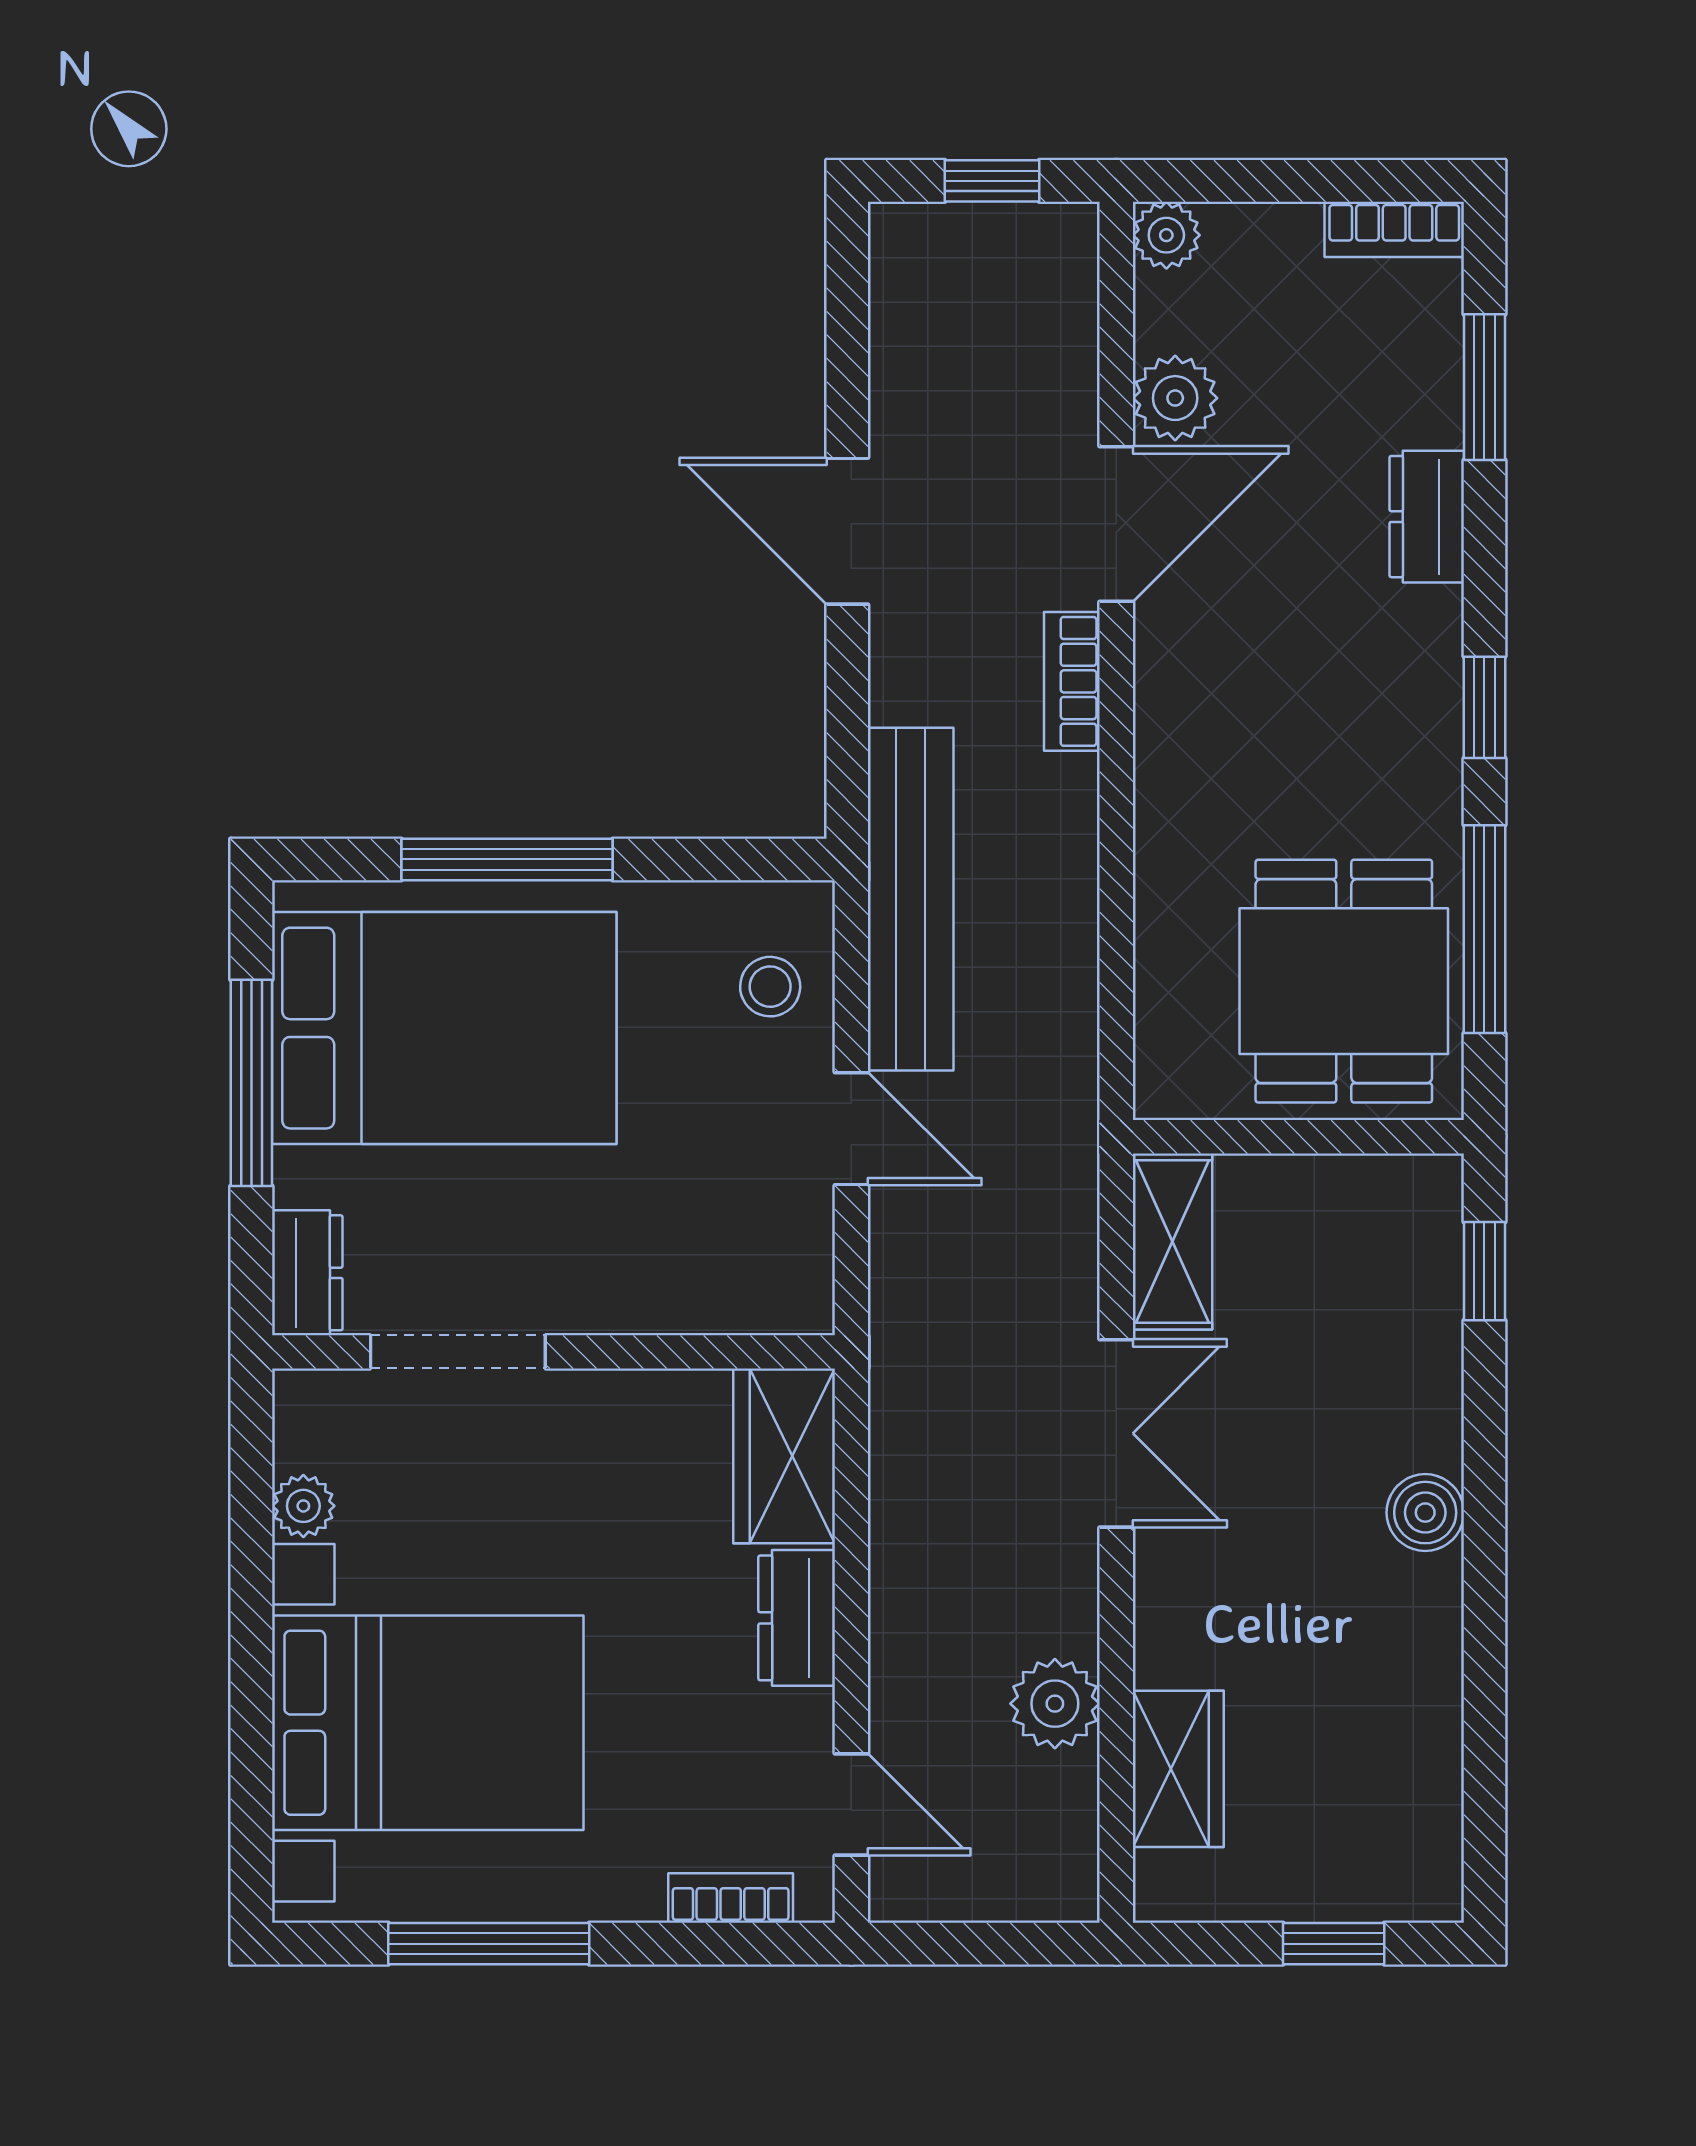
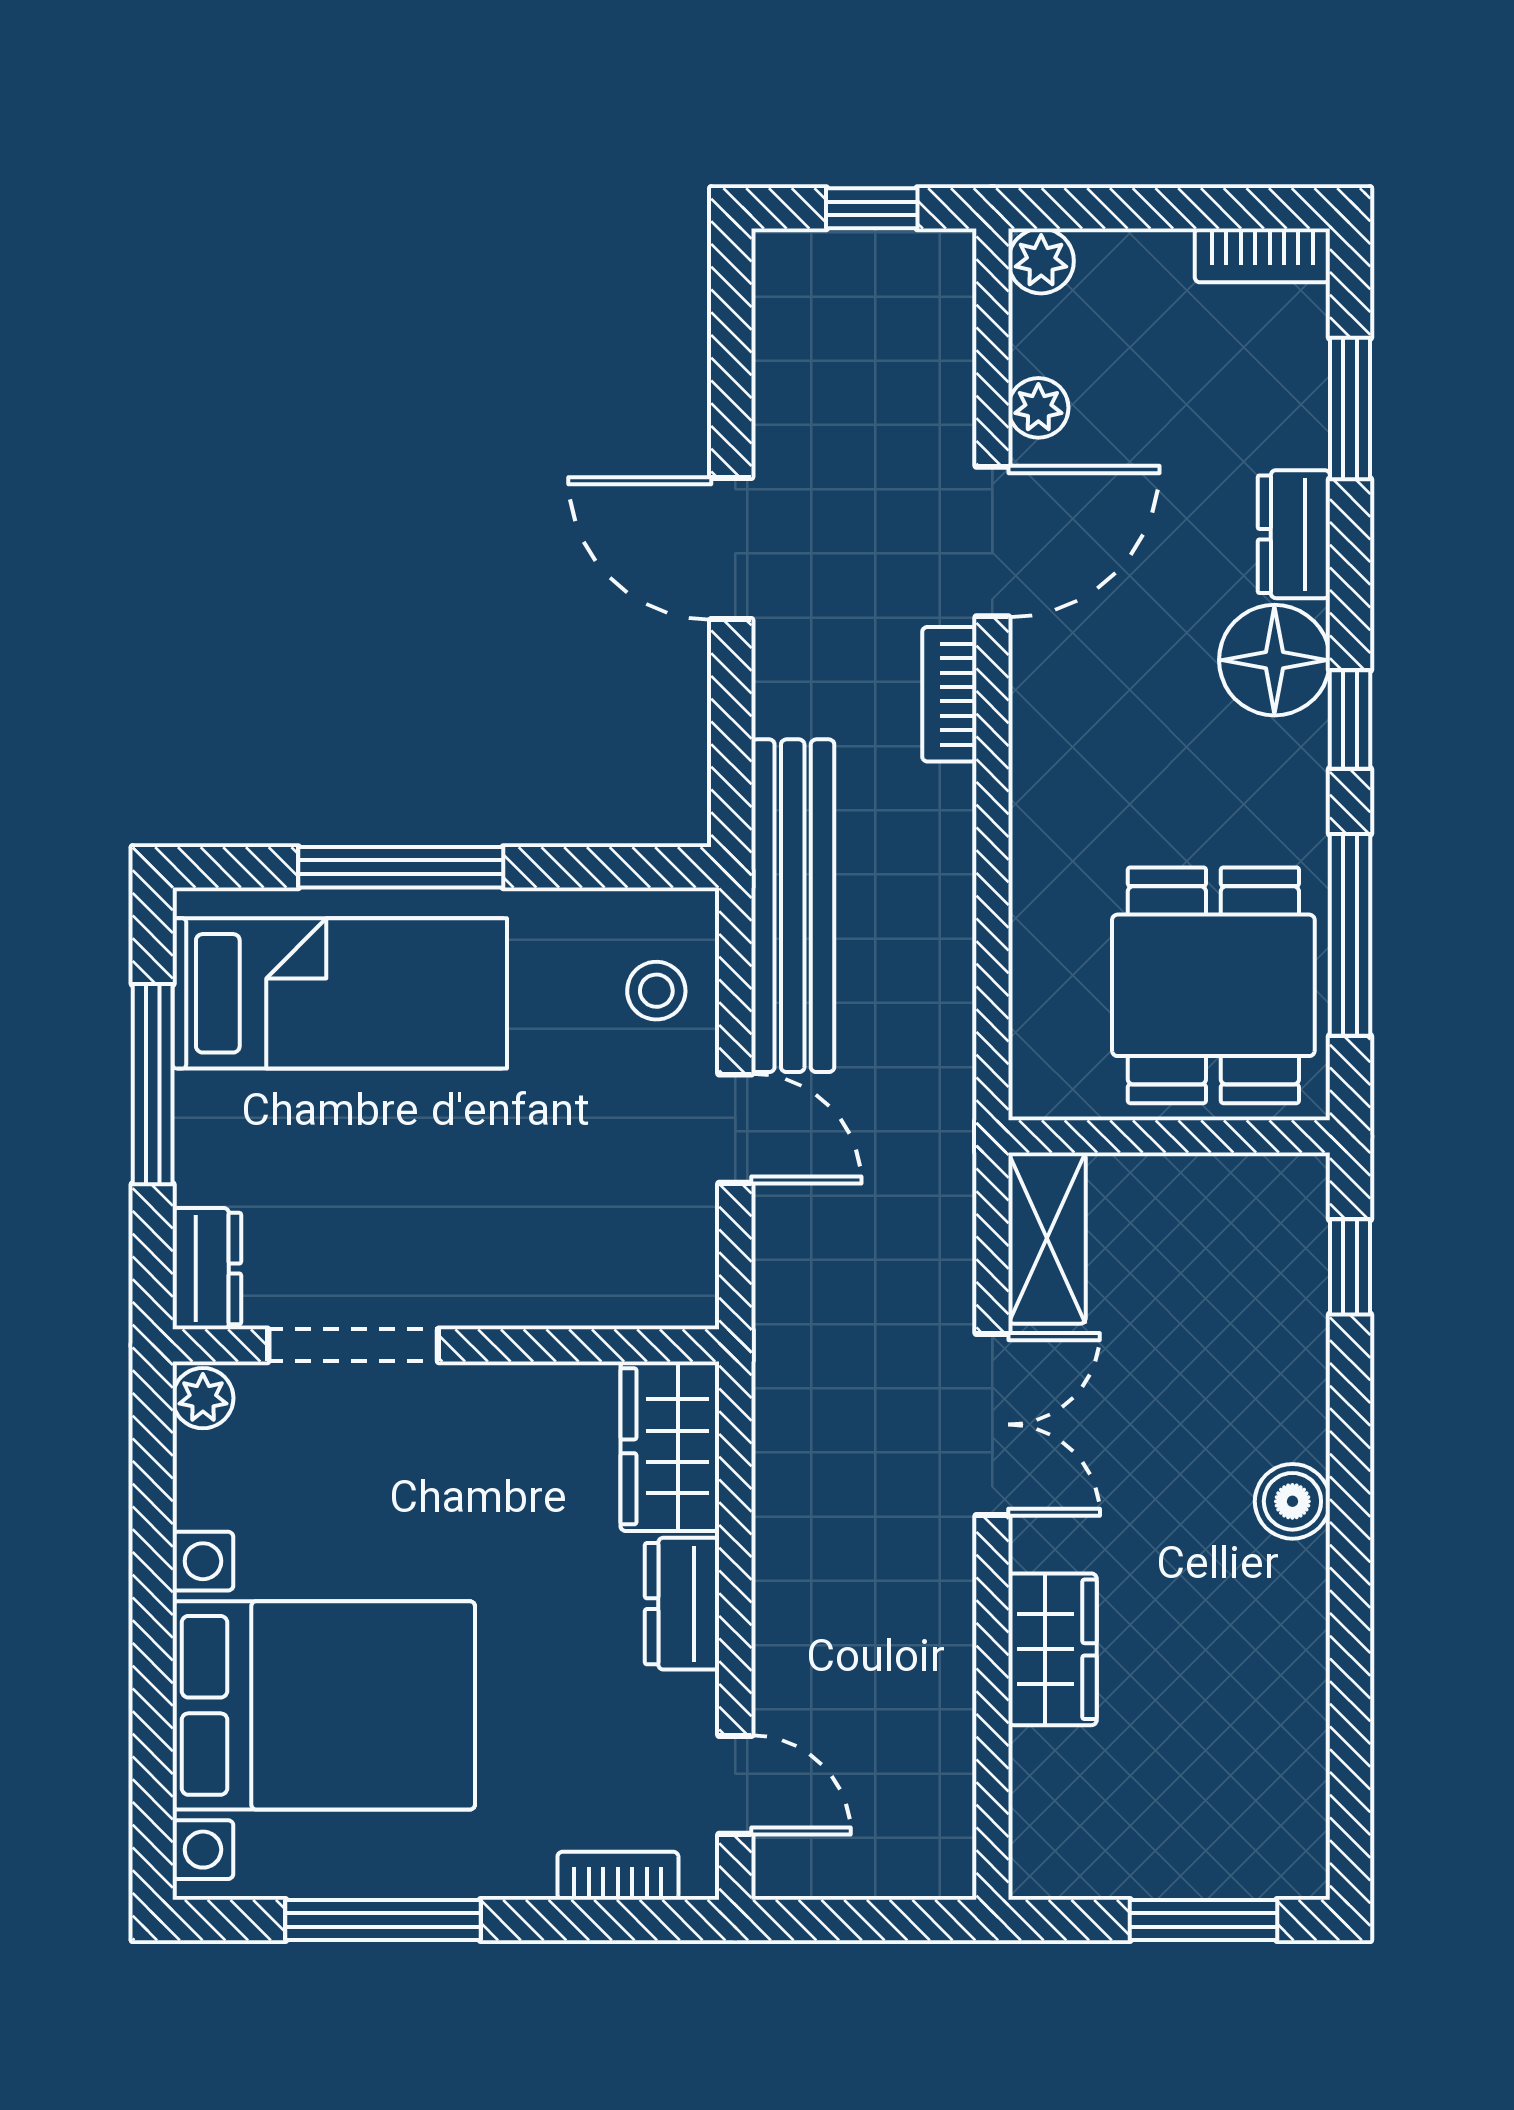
plant: (1175, 398) -> (1038, 408), width x0.73, depth x0.73
floor lamp: (1407, 646) -> (1274, 660), added
bed: (444, 1028) -> (340, 993), width x0.67
plant: (303, 1506) -> (203, 1398), moved
plant: (1055, 1704) -> (933, 1687), removed
wardrobe: (1178, 1769) -> (1053, 1649), moved
window: (1334, 1944) -> (1204, 1920), width x1.50

